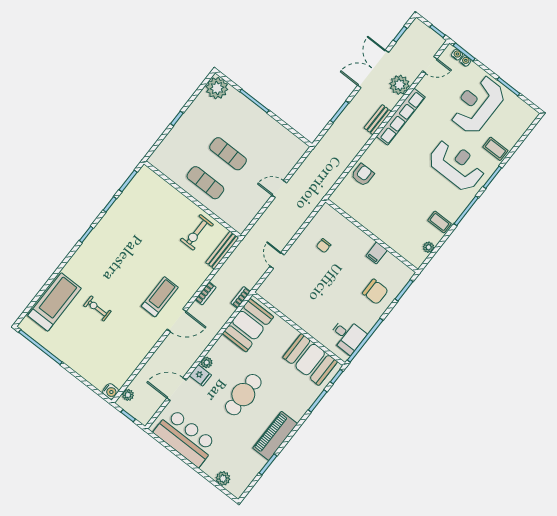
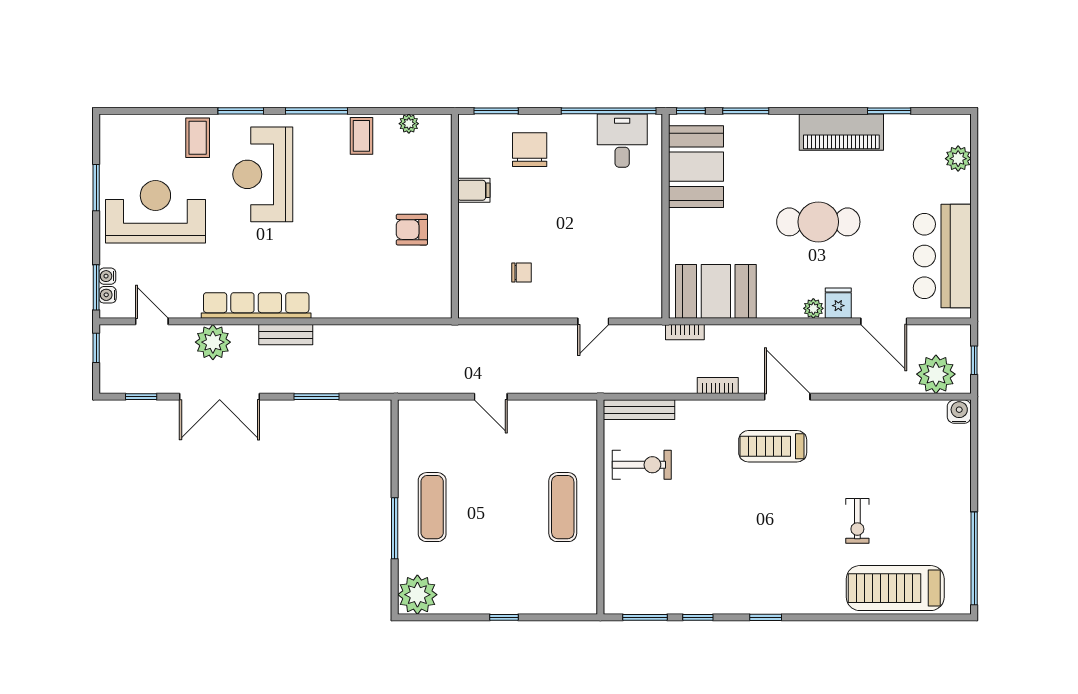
reception desk: (477, 104) -> (155, 212), turned 180
exercise mat: (228, 154) -> (432, 507), moved
armchair: (363, 175) -> (412, 230), moved
plant: (128, 395) -> (936, 374), width x1.87, depth x1.87

